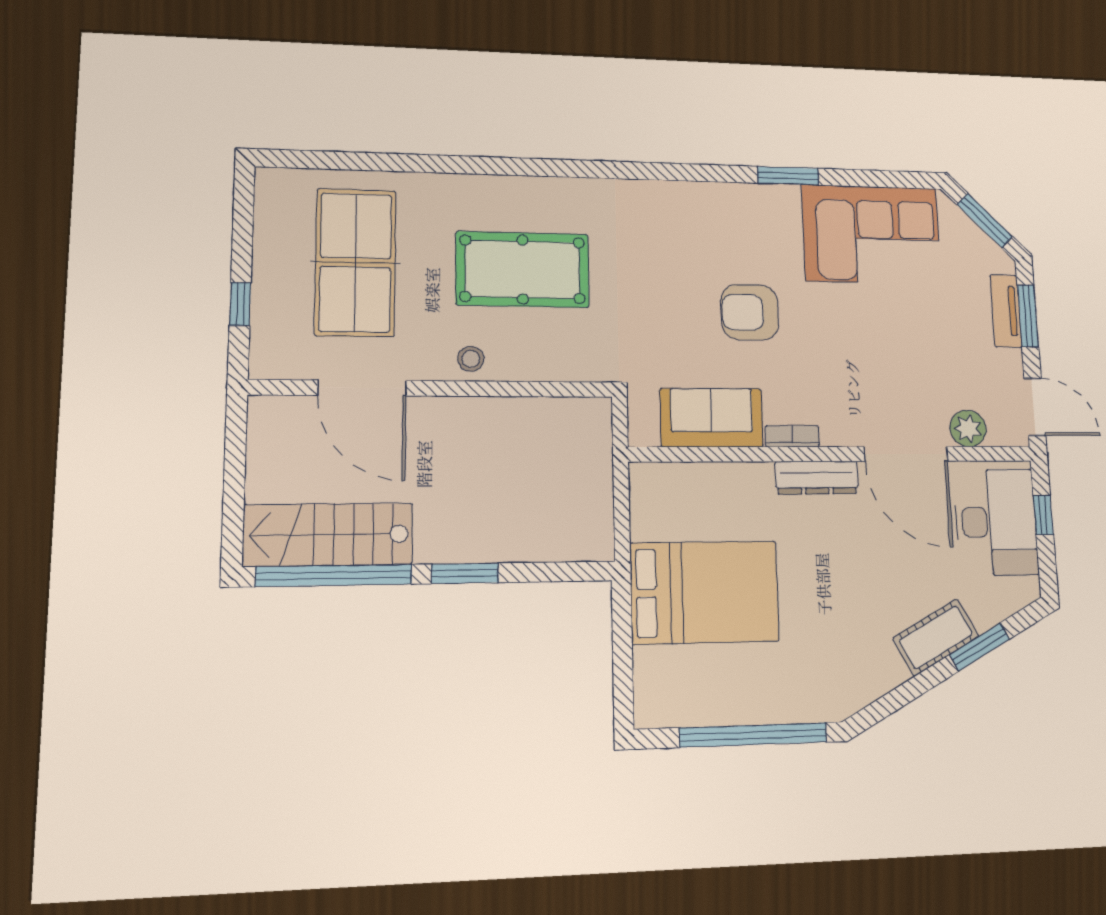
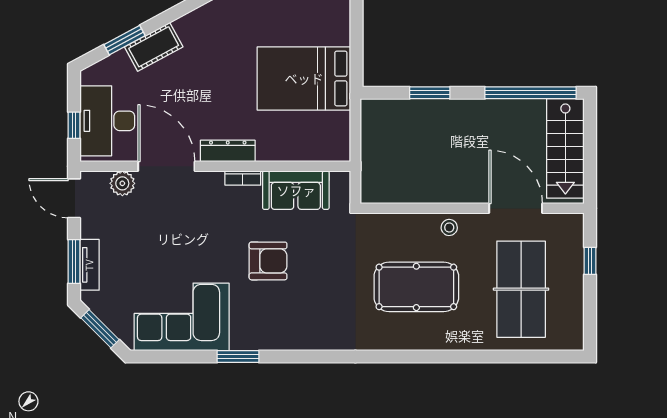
stairs: (328, 535) -> (565, 148), moved, turned 90
window: (465, 573) -> (430, 93), moved

